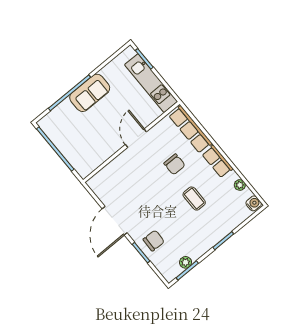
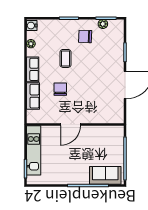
sofa: (90, 93) -> (105, 175), moved
row of seats: (190, 129) -> (33, 96), width x0.68
chair: (154, 241) -> (85, 36), moved

